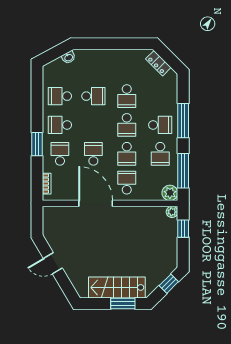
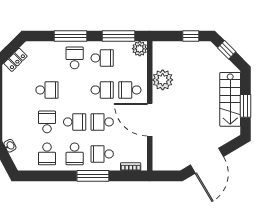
school desk: (127, 125) -> (75, 122), moved
window: (37, 144) -> (93, 176), width x1.44
door: (96, 203) -> (150, 120), hinge flipped
plant: (172, 212) -> (163, 80), moved, width x1.88, depth x1.88
window: (183, 229) -> (191, 36), moved
door: (53, 263) -> (207, 161), width x1.88
window: (123, 304) -> (246, 106), moved

